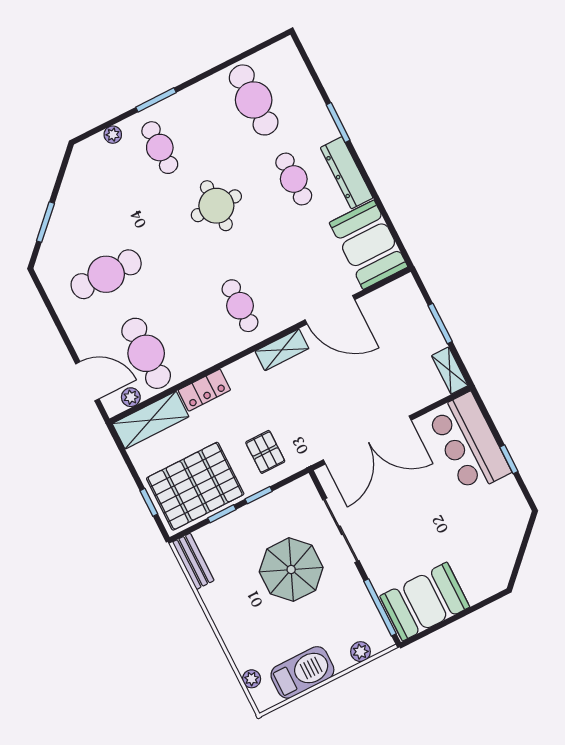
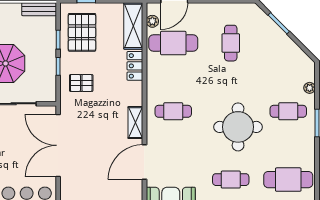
round table: (216, 206) -> (238, 127), width x1.36, depth x1.36
cafe table: (106, 274) -> (231, 43), width x0.73, depth x0.74
pallet: (195, 486) -> (82, 32), width x0.73, depth x0.71

